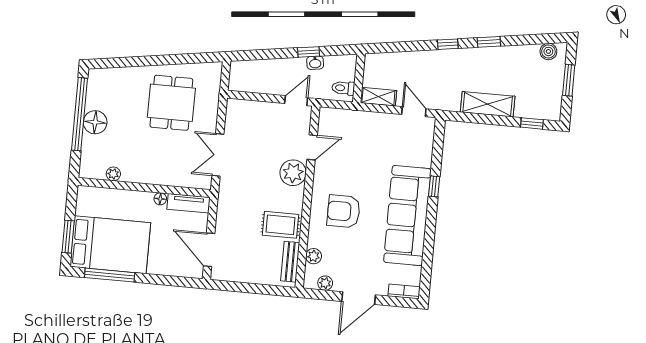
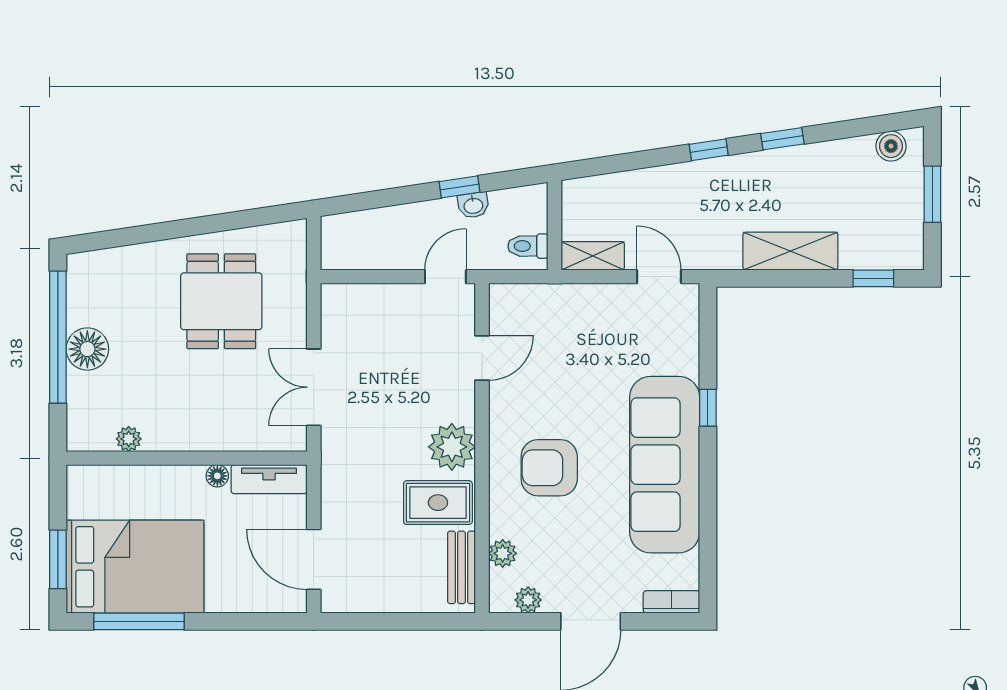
plant: (293, 173) -> (452, 447), moved

